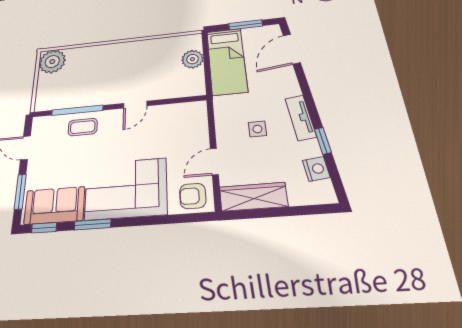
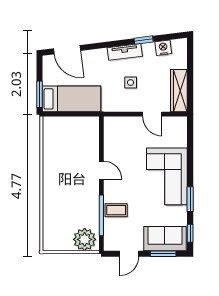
window: (246, 25) -> (40, 94), moved
plant: (192, 59) -> (66, 125), removed
plant: (52, 62) -> (85, 239), moved
coffee table: (83, 127) -> (116, 210), turned 90
armchair: (193, 196) -> (175, 130), removed
sofa: (54, 205) -> (165, 239), moved, turned 90

